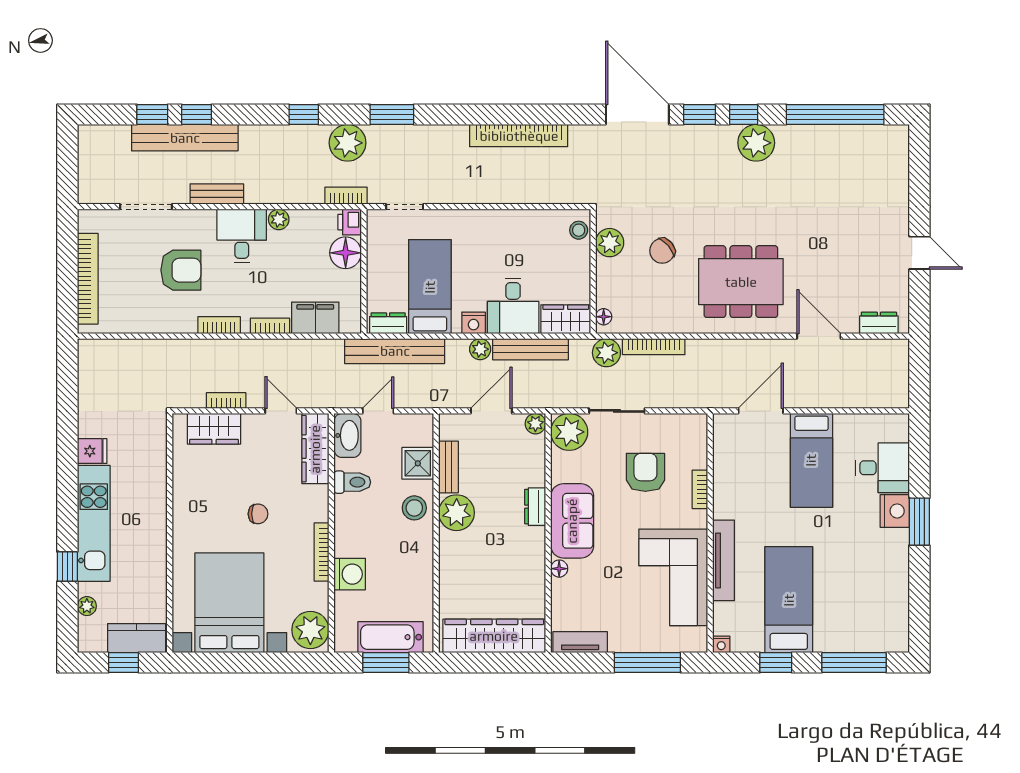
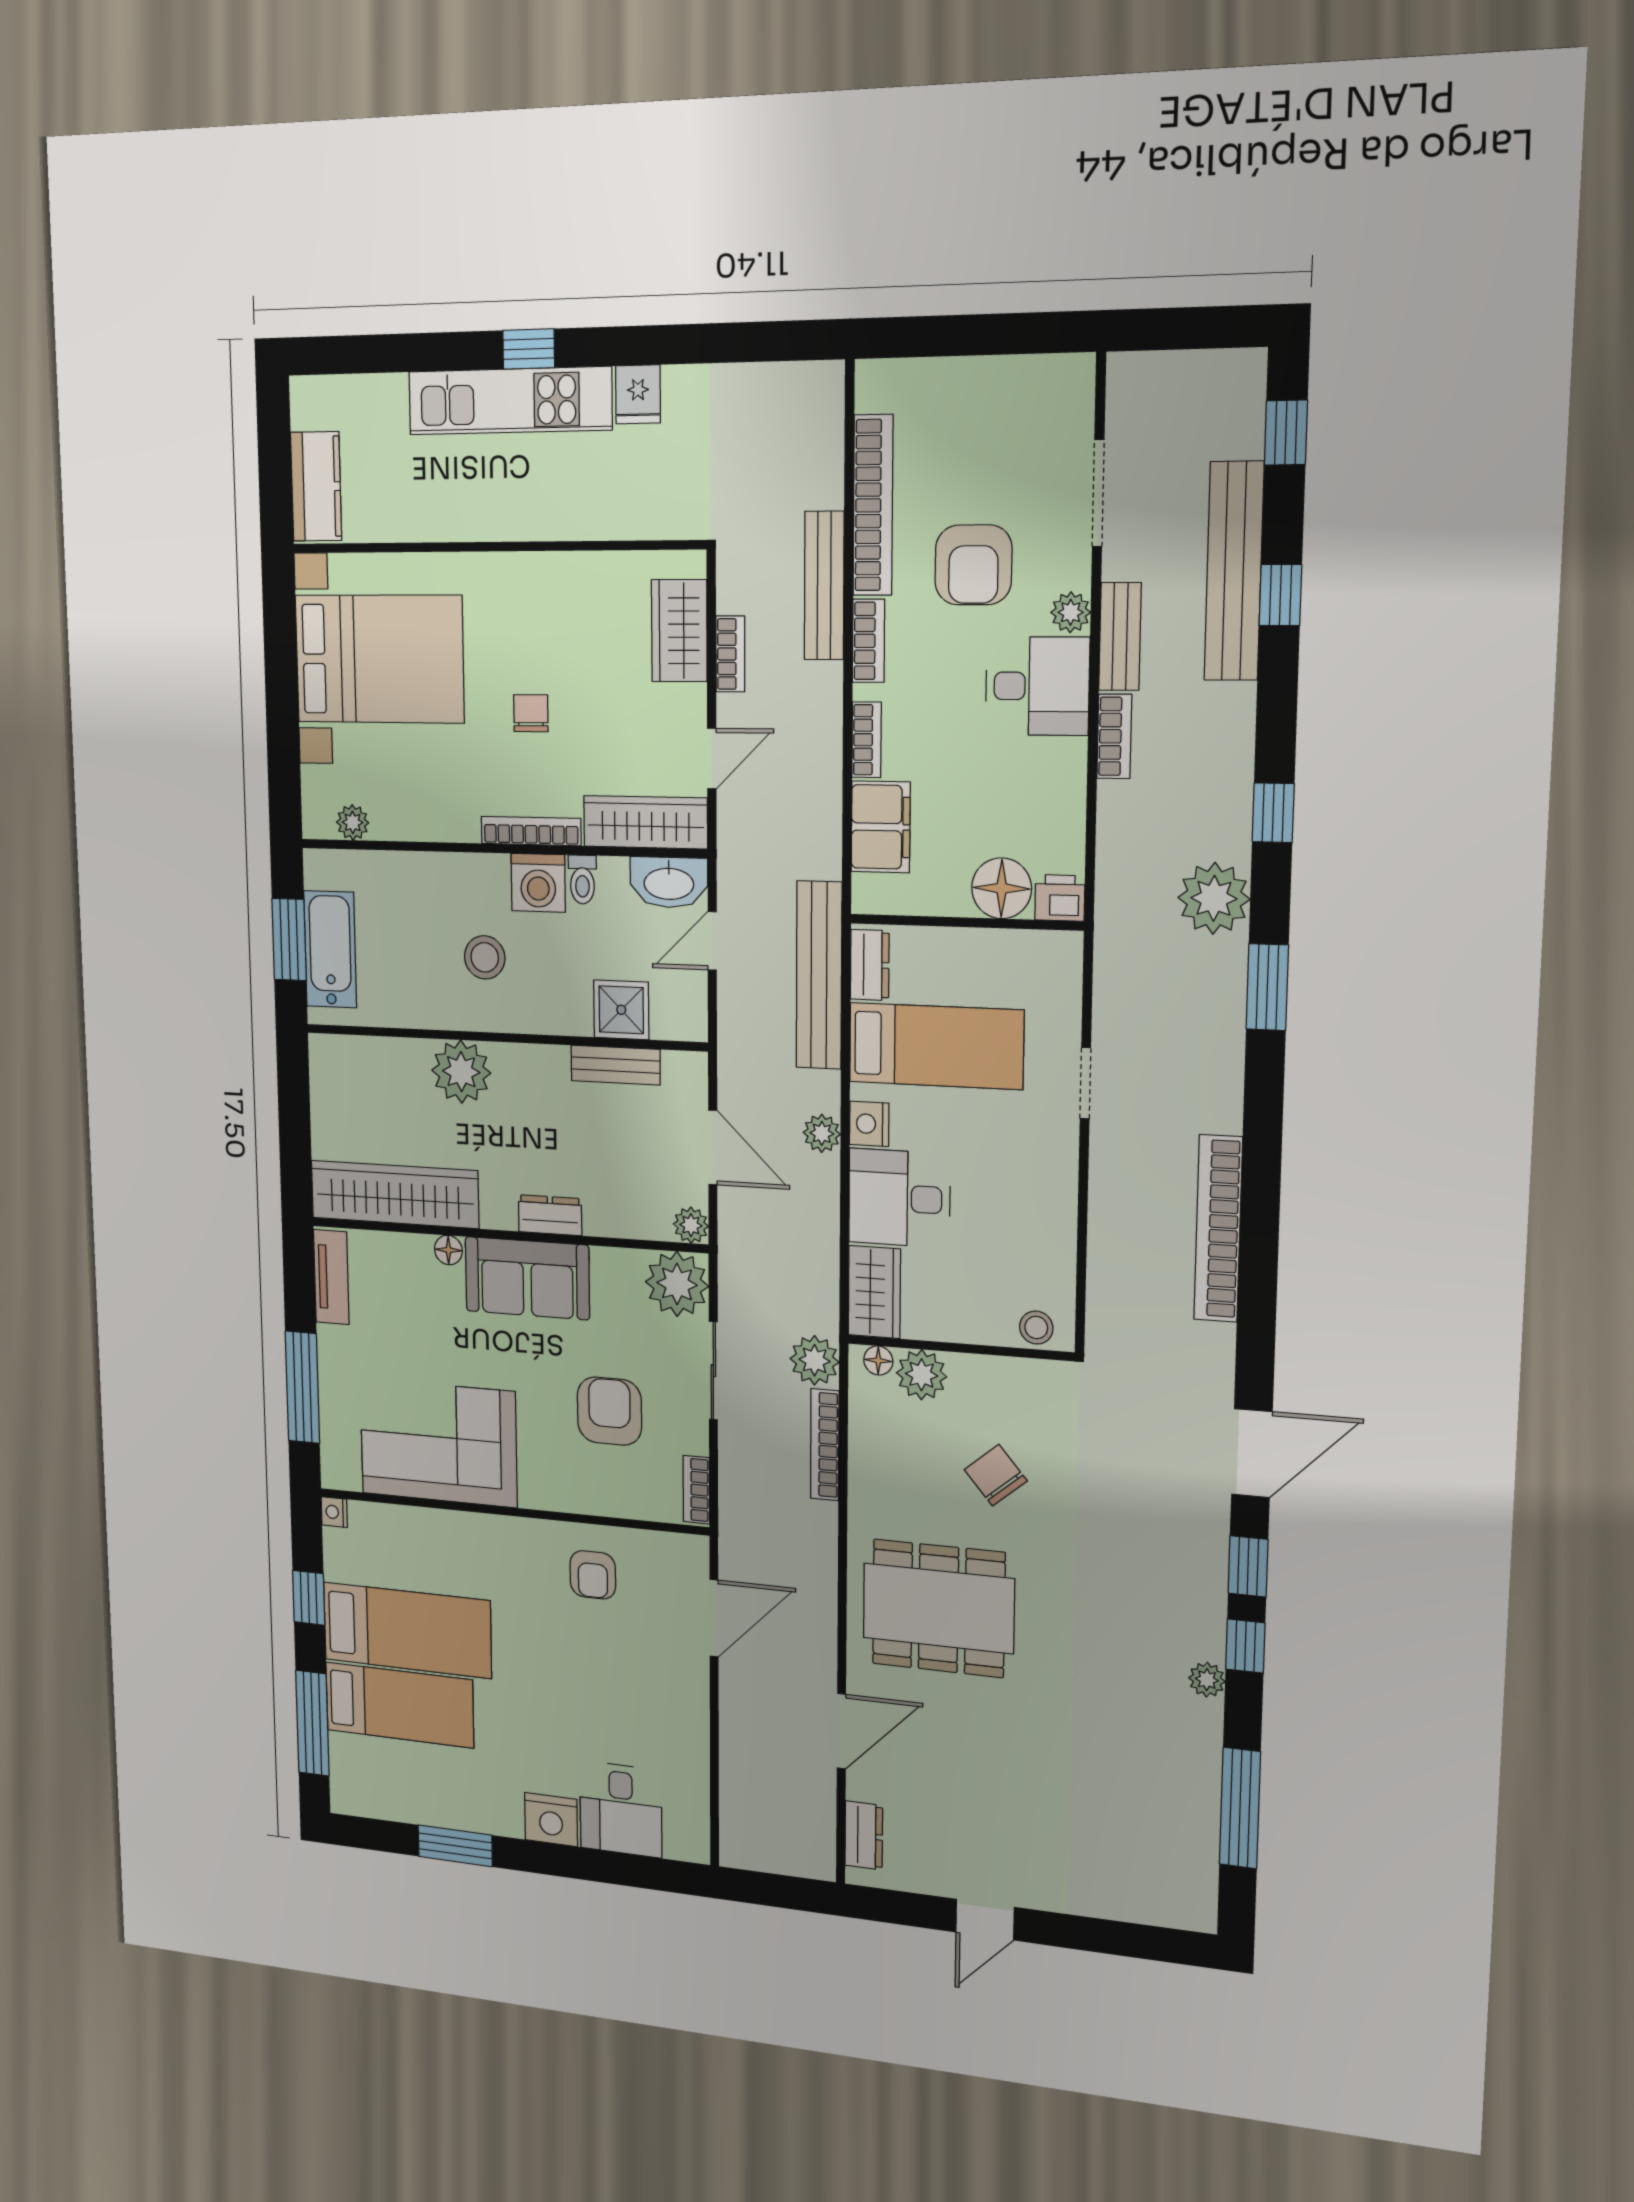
window: (152, 114) -> (1286, 433), moved
door: (637, 114) -> (1252, 1453), width x0.73
window: (835, 114) -> (1240, 1808), width x0.68
plant: (756, 143) -> (1207, 1680), width x0.53, depth x0.53
bookcase: (346, 196) -> (1114, 736), moved
doorway: (405, 207) -> (1085, 1083), moved
plant: (279, 219) -> (1071, 612), moved
plant: (610, 243) -> (922, 1375), moved
bookcase: (88, 279) -> (873, 505), moved, turned -90
dining table: (741, 282) -> (938, 1608), turned 90
bench: (530, 349) -> (824, 586), moved
door: (378, 411) -> (712, 941), swing flipped
door: (761, 411) -> (714, 1618), hinge flipped
bed: (811, 460) -> (399, 1705), moved, turned 180
armchair: (645, 472) -> (609, 1411), turned -90
toilet: (352, 482) -> (582, 879), width x0.73, depth x0.72
armchair: (743, 483) -> (593, 1575), added
bookcase: (700, 489) -> (696, 1490), moved, turned -90
stool: (414, 508) -> (485, 957), moved
plant: (457, 513) -> (461, 1072), moved
chair: (258, 514) -> (531, 713), turned 180
window: (919, 522) -> (455, 1846), moved
bookcase: (322, 552) -> (531, 831), moved
tv unit: (724, 560) -> (467, 1529), removed
window: (67, 567) -> (529, 349), moved
washing machine: (350, 574) -> (538, 883), moved
plant: (87, 606) -> (367, 391), removed
plant: (310, 630) -> (353, 822), width x0.53, depth x0.53
wardrobe: (494, 636) -> (395, 1194), moved, turned -90
window: (123, 663) -> (275, 463), removed

